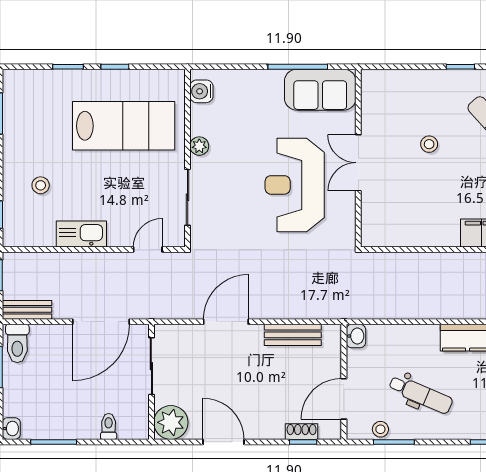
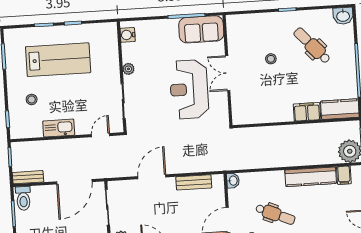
lab bench: (124, 126) -> (58, 60), moved

